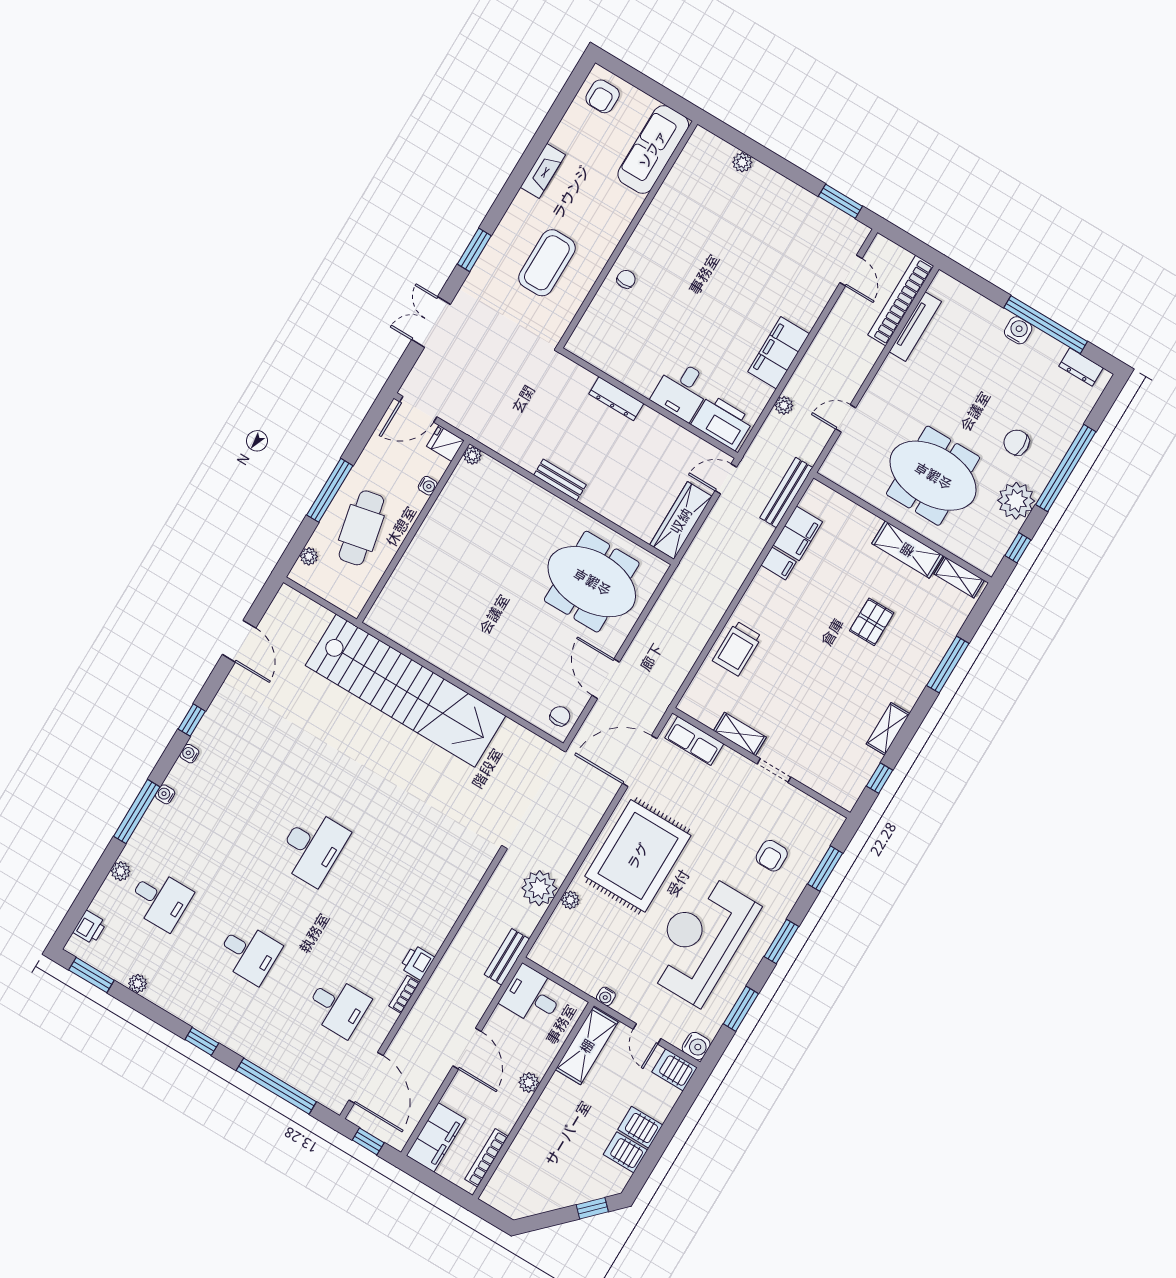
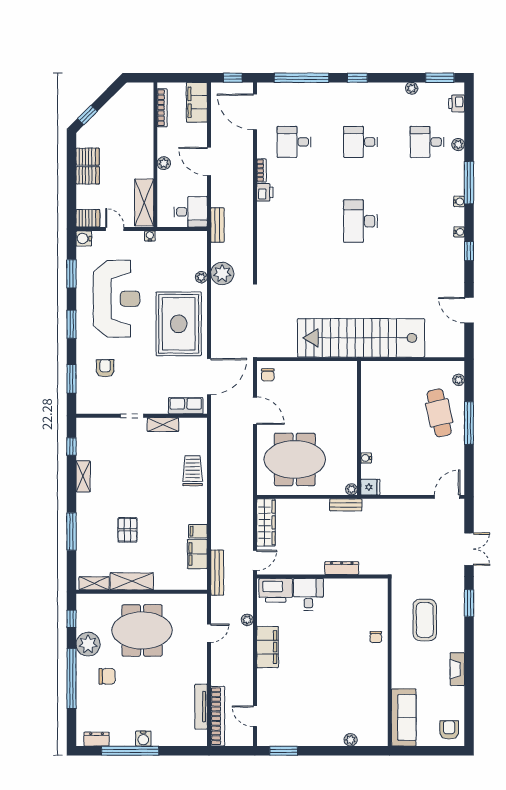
fridge: (445, 443) -> (370, 487), moved
plant: (472, 456) -> (351, 489), moved
water cooler: (428, 486) -> (366, 458), moved
wall: (413, 531) -> (359, 428), moved

